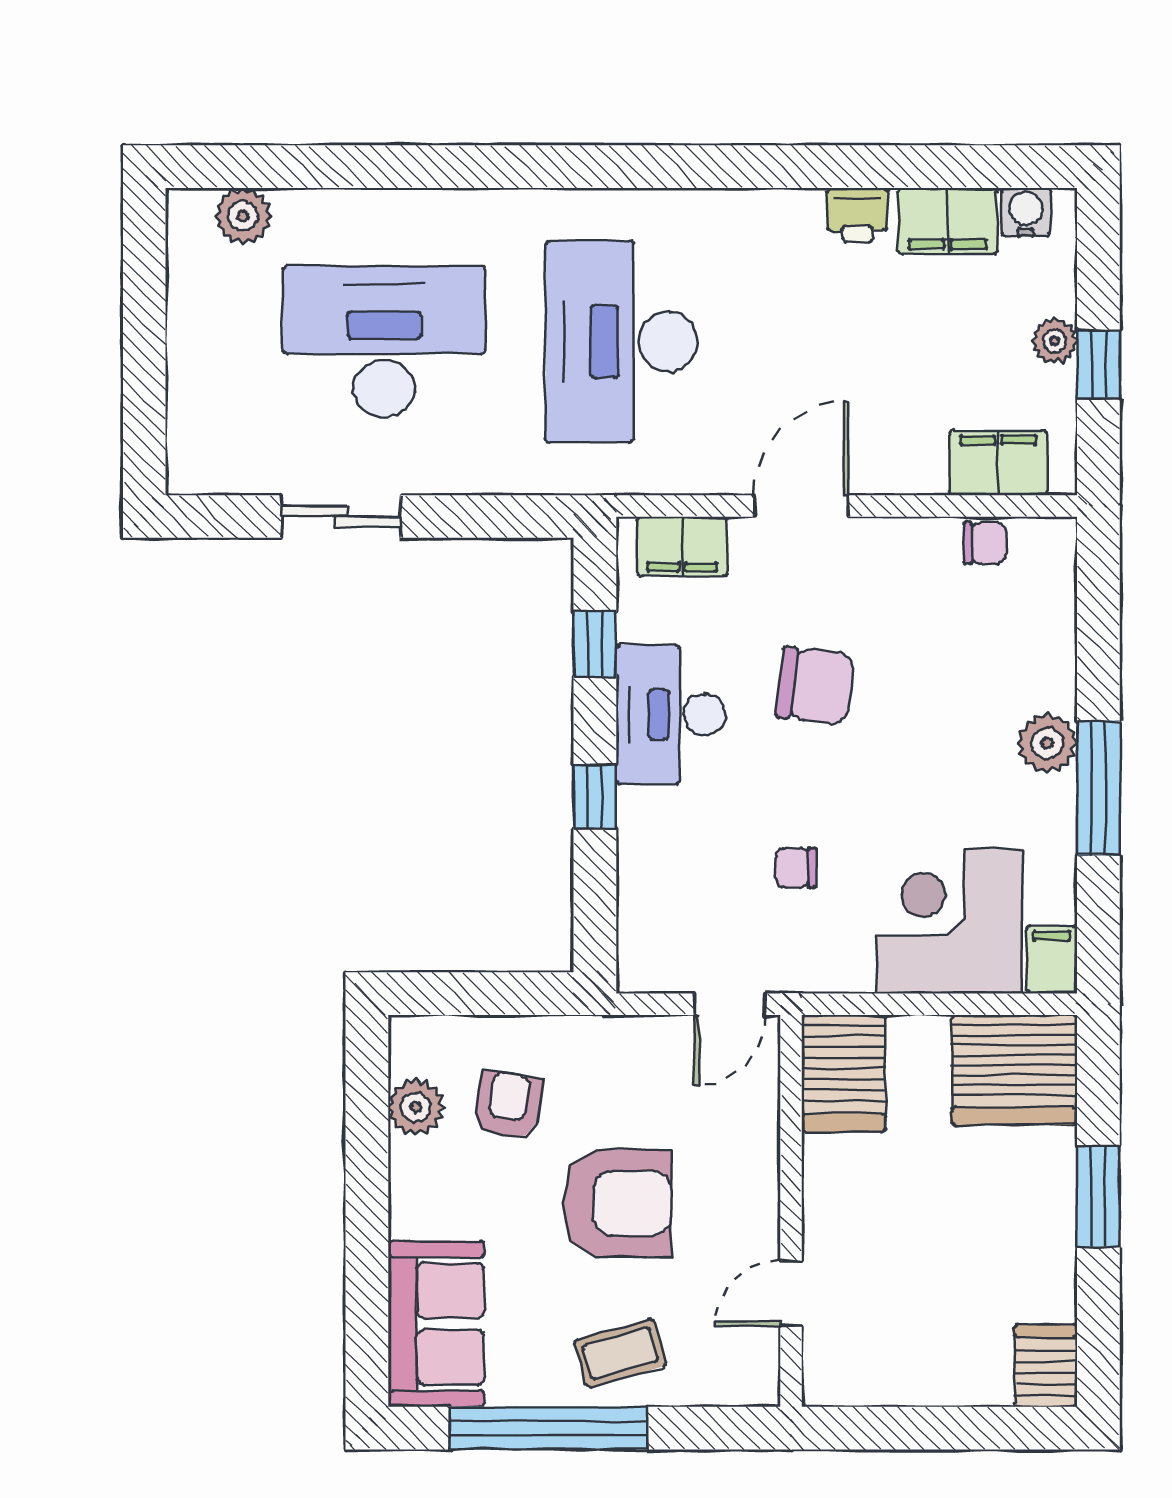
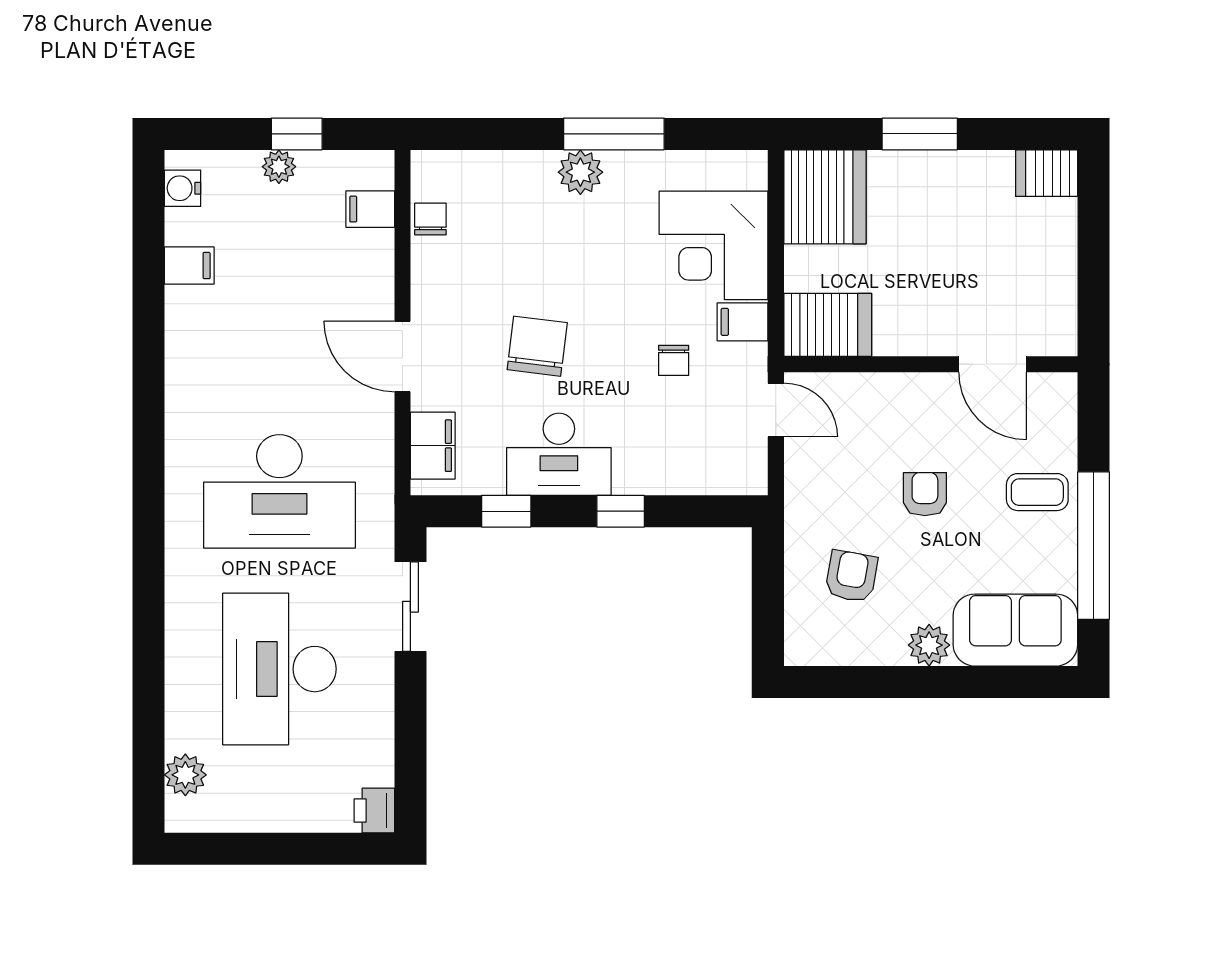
printer: (858, 215) -> (374, 811), moved, turned 180
filing cabinet: (948, 221) -> (189, 266), width x0.50
filing cabinet: (998, 463) -> (370, 209), width x0.50
sliding door: (341, 517) -> (410, 607), moved
filing cabinet: (1052, 960) -> (743, 322), moved
armchair: (508, 1105) -> (851, 576), turned 91
plant: (416, 1107) -> (929, 645), moved
armchair: (618, 1203) -> (925, 494), width x0.53, depth x0.53
door: (791, 1294) -> (993, 364), width x1.38
coffee table: (620, 1353) -> (1037, 492), turned -74

